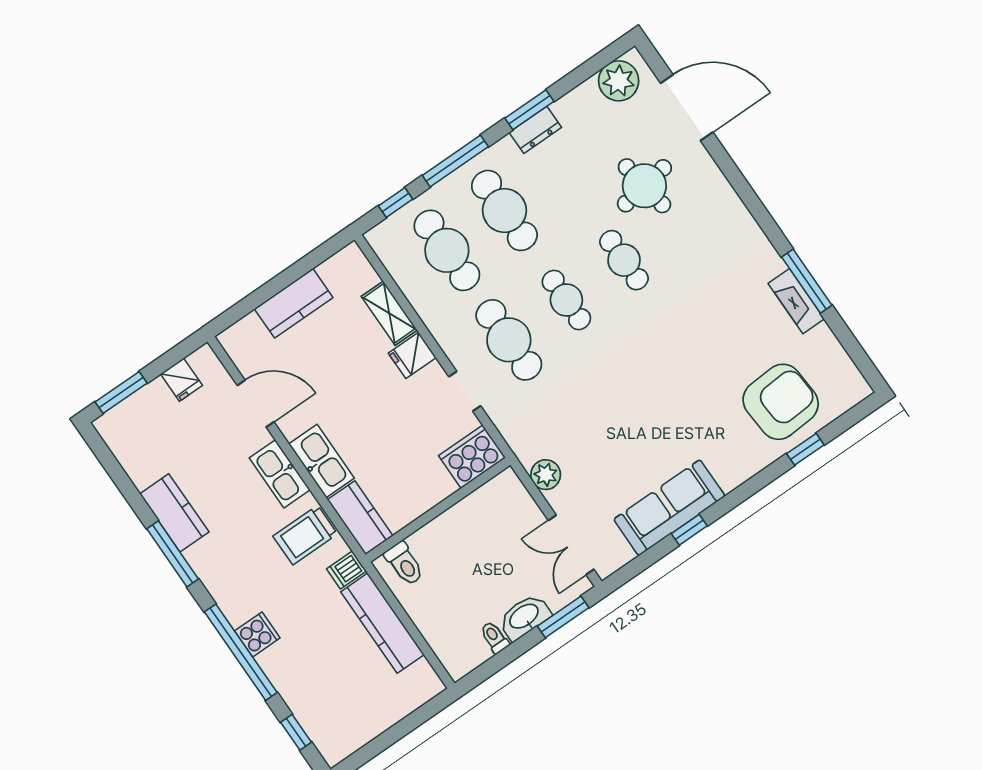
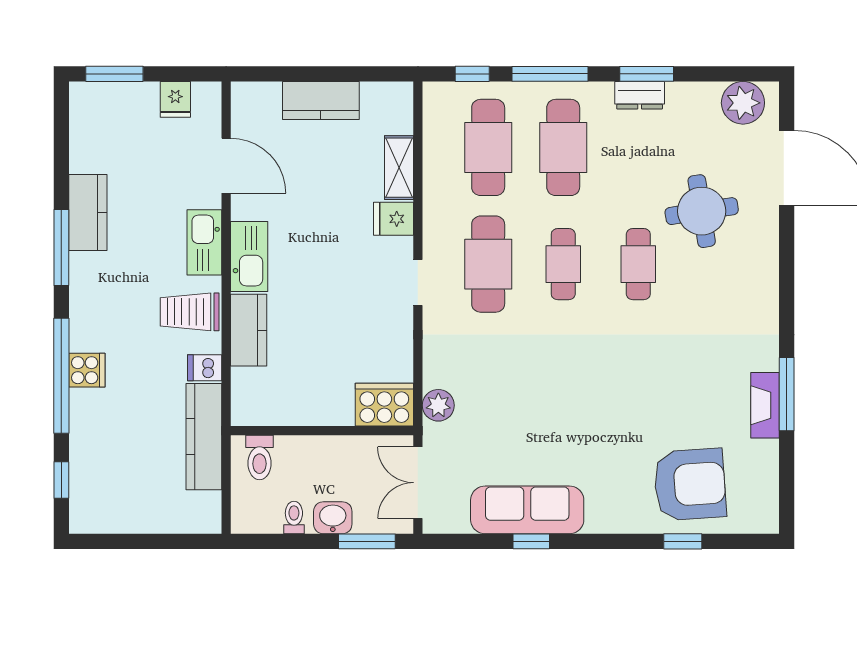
cooker: (472, 457) -> (384, 405), moved
wall: (438, 510) -> (322, 431), moved
toilet: (404, 564) -> (260, 457), moved
washbasin: (524, 617) -> (333, 518), width x0.72

